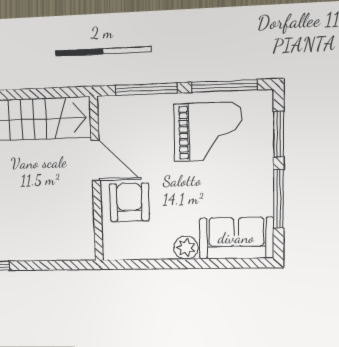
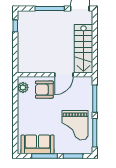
armchair: (129, 202) -> (44, 90), turned 180
sofa: (236, 238) -> (38, 144), moved, turned -90
plant: (186, 248) -> (23, 87), moved

